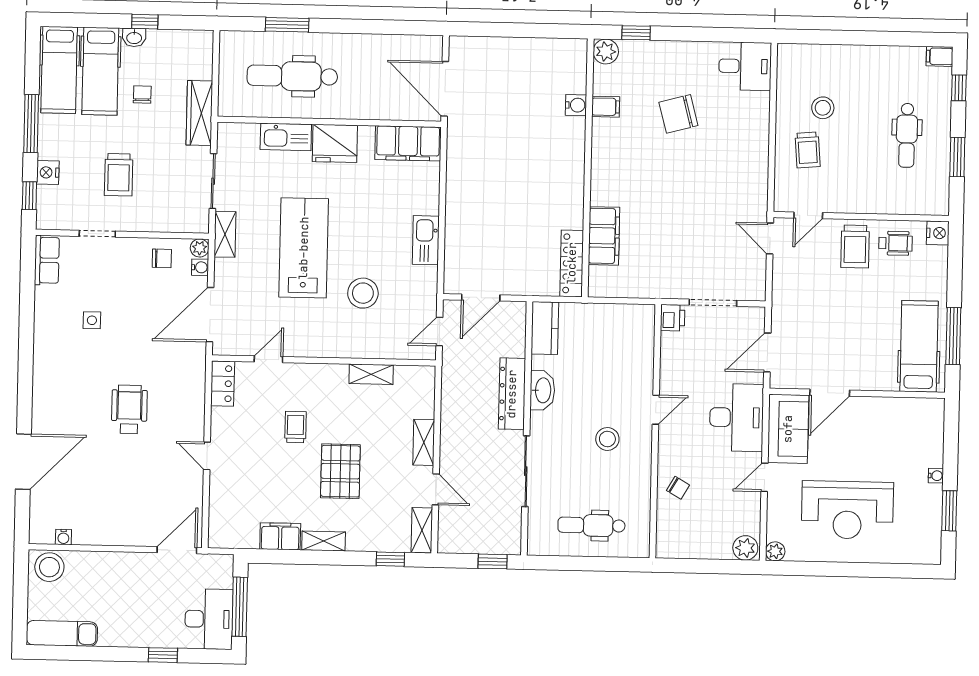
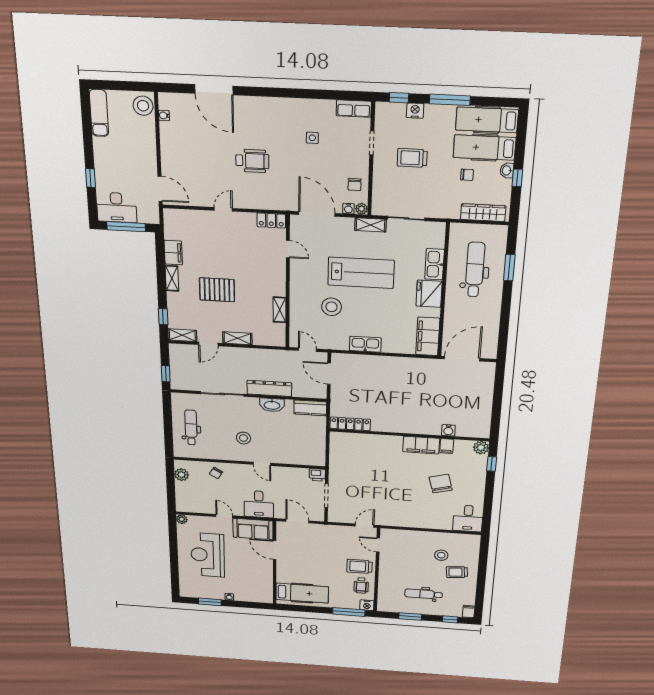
wardrobe: (199, 113) -> (483, 213), moved
trolley: (808, 150) -> (457, 572), moved
filing cabinet: (604, 236) -> (421, 445), moved
window: (953, 336) -> (349, 612), moved
desk: (737, 417) -> (259, 504), width x0.73
trolley: (296, 427) -> (244, 264), removed
plant: (745, 548) -> (181, 475), moved

